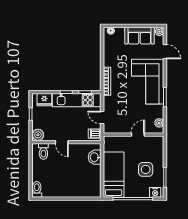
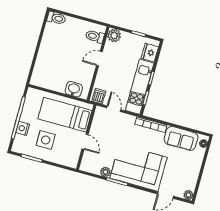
sofa: (140, 36) -> (181, 138), moved, turned -90
door: (102, 118) -> (114, 109), hinge flipped
plant: (159, 123) -> (105, 172), moved
bed: (114, 175) -> (65, 115), moved, turned 180
nightstand: (155, 192) -> (23, 128), moved

